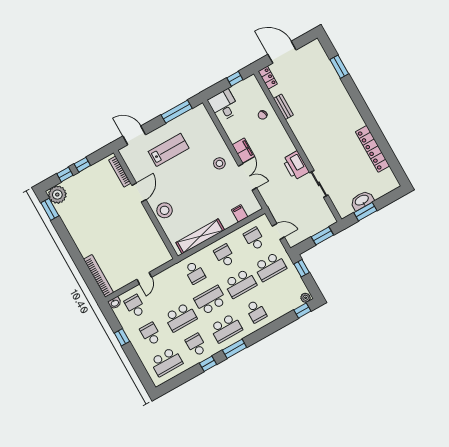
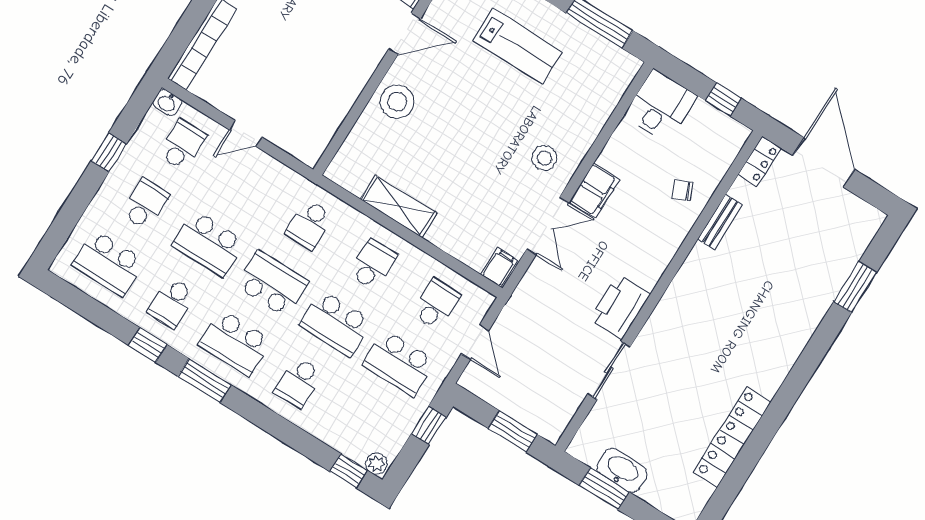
filing cabinet: (240, 213) -> (499, 268), moved
shelving: (200, 236) -> (399, 206), width x0.68
school desk: (196, 345) -> (172, 303), turned 180

